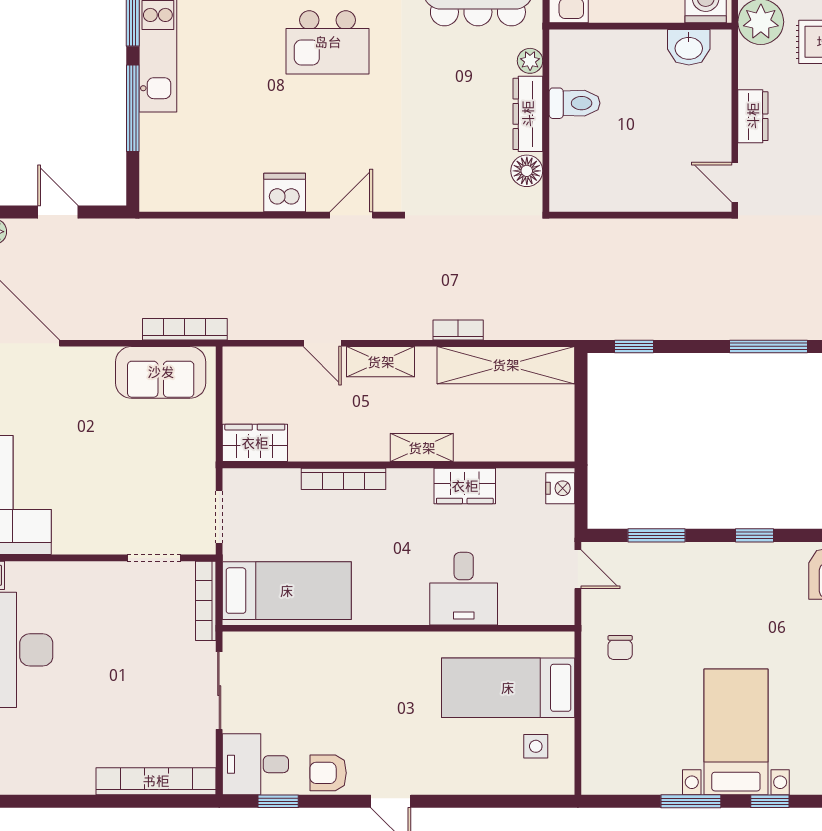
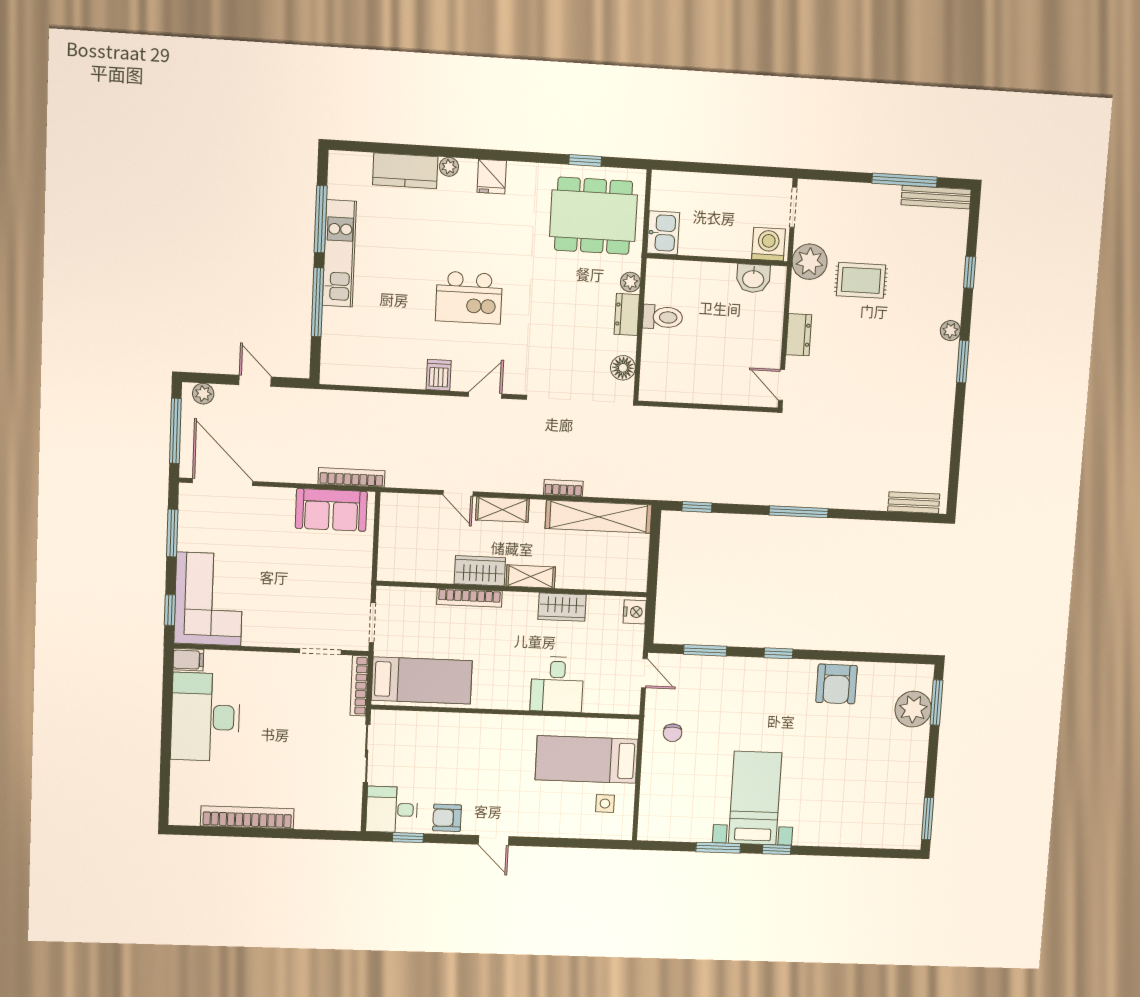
kitchen island: (328, 42) -> (469, 298), moved
dresser: (528, 114) -> (627, 314), width x0.70
dishwasher: (285, 193) -> (439, 375), width x0.73
wardrobe: (255, 443) -> (480, 571), moved
bookcase: (156, 781) -> (247, 817), moved

